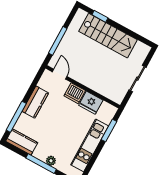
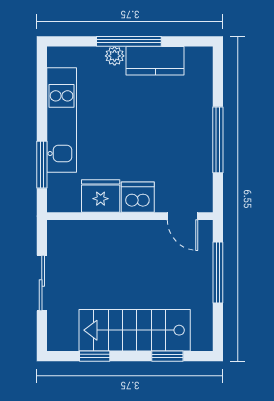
window: (132, 34) -> (95, 356), added
kitchen counter: (35, 102) -> (198, 144), removed
window: (16, 117) -> (218, 140), moved
kitchen counter: (22, 142) -> (155, 61), moved

